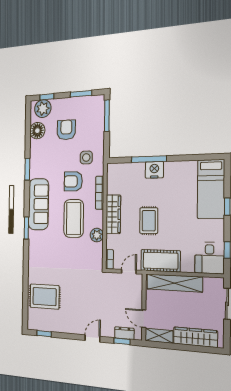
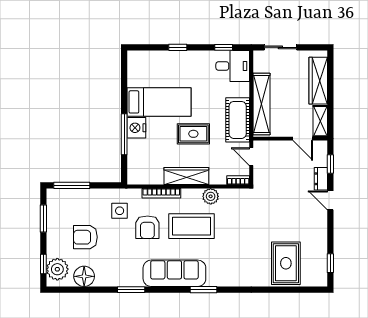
bed: (211, 189) -> (159, 102), moved
door: (144, 319) -> (303, 139), hinge flipped
dresser: (124, 333) -> (321, 179), moved

